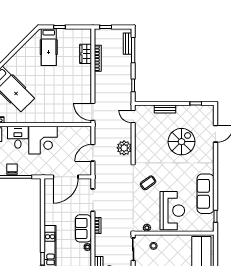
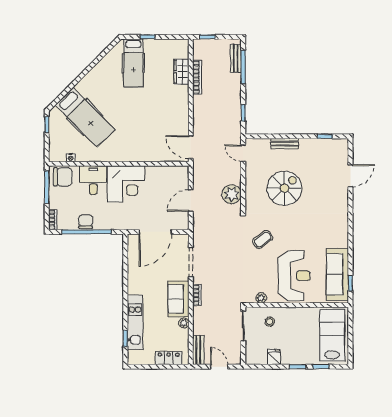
spiral stairs: (181, 142) -> (284, 188), moved
sofa: (206, 194) -> (337, 274), moved

